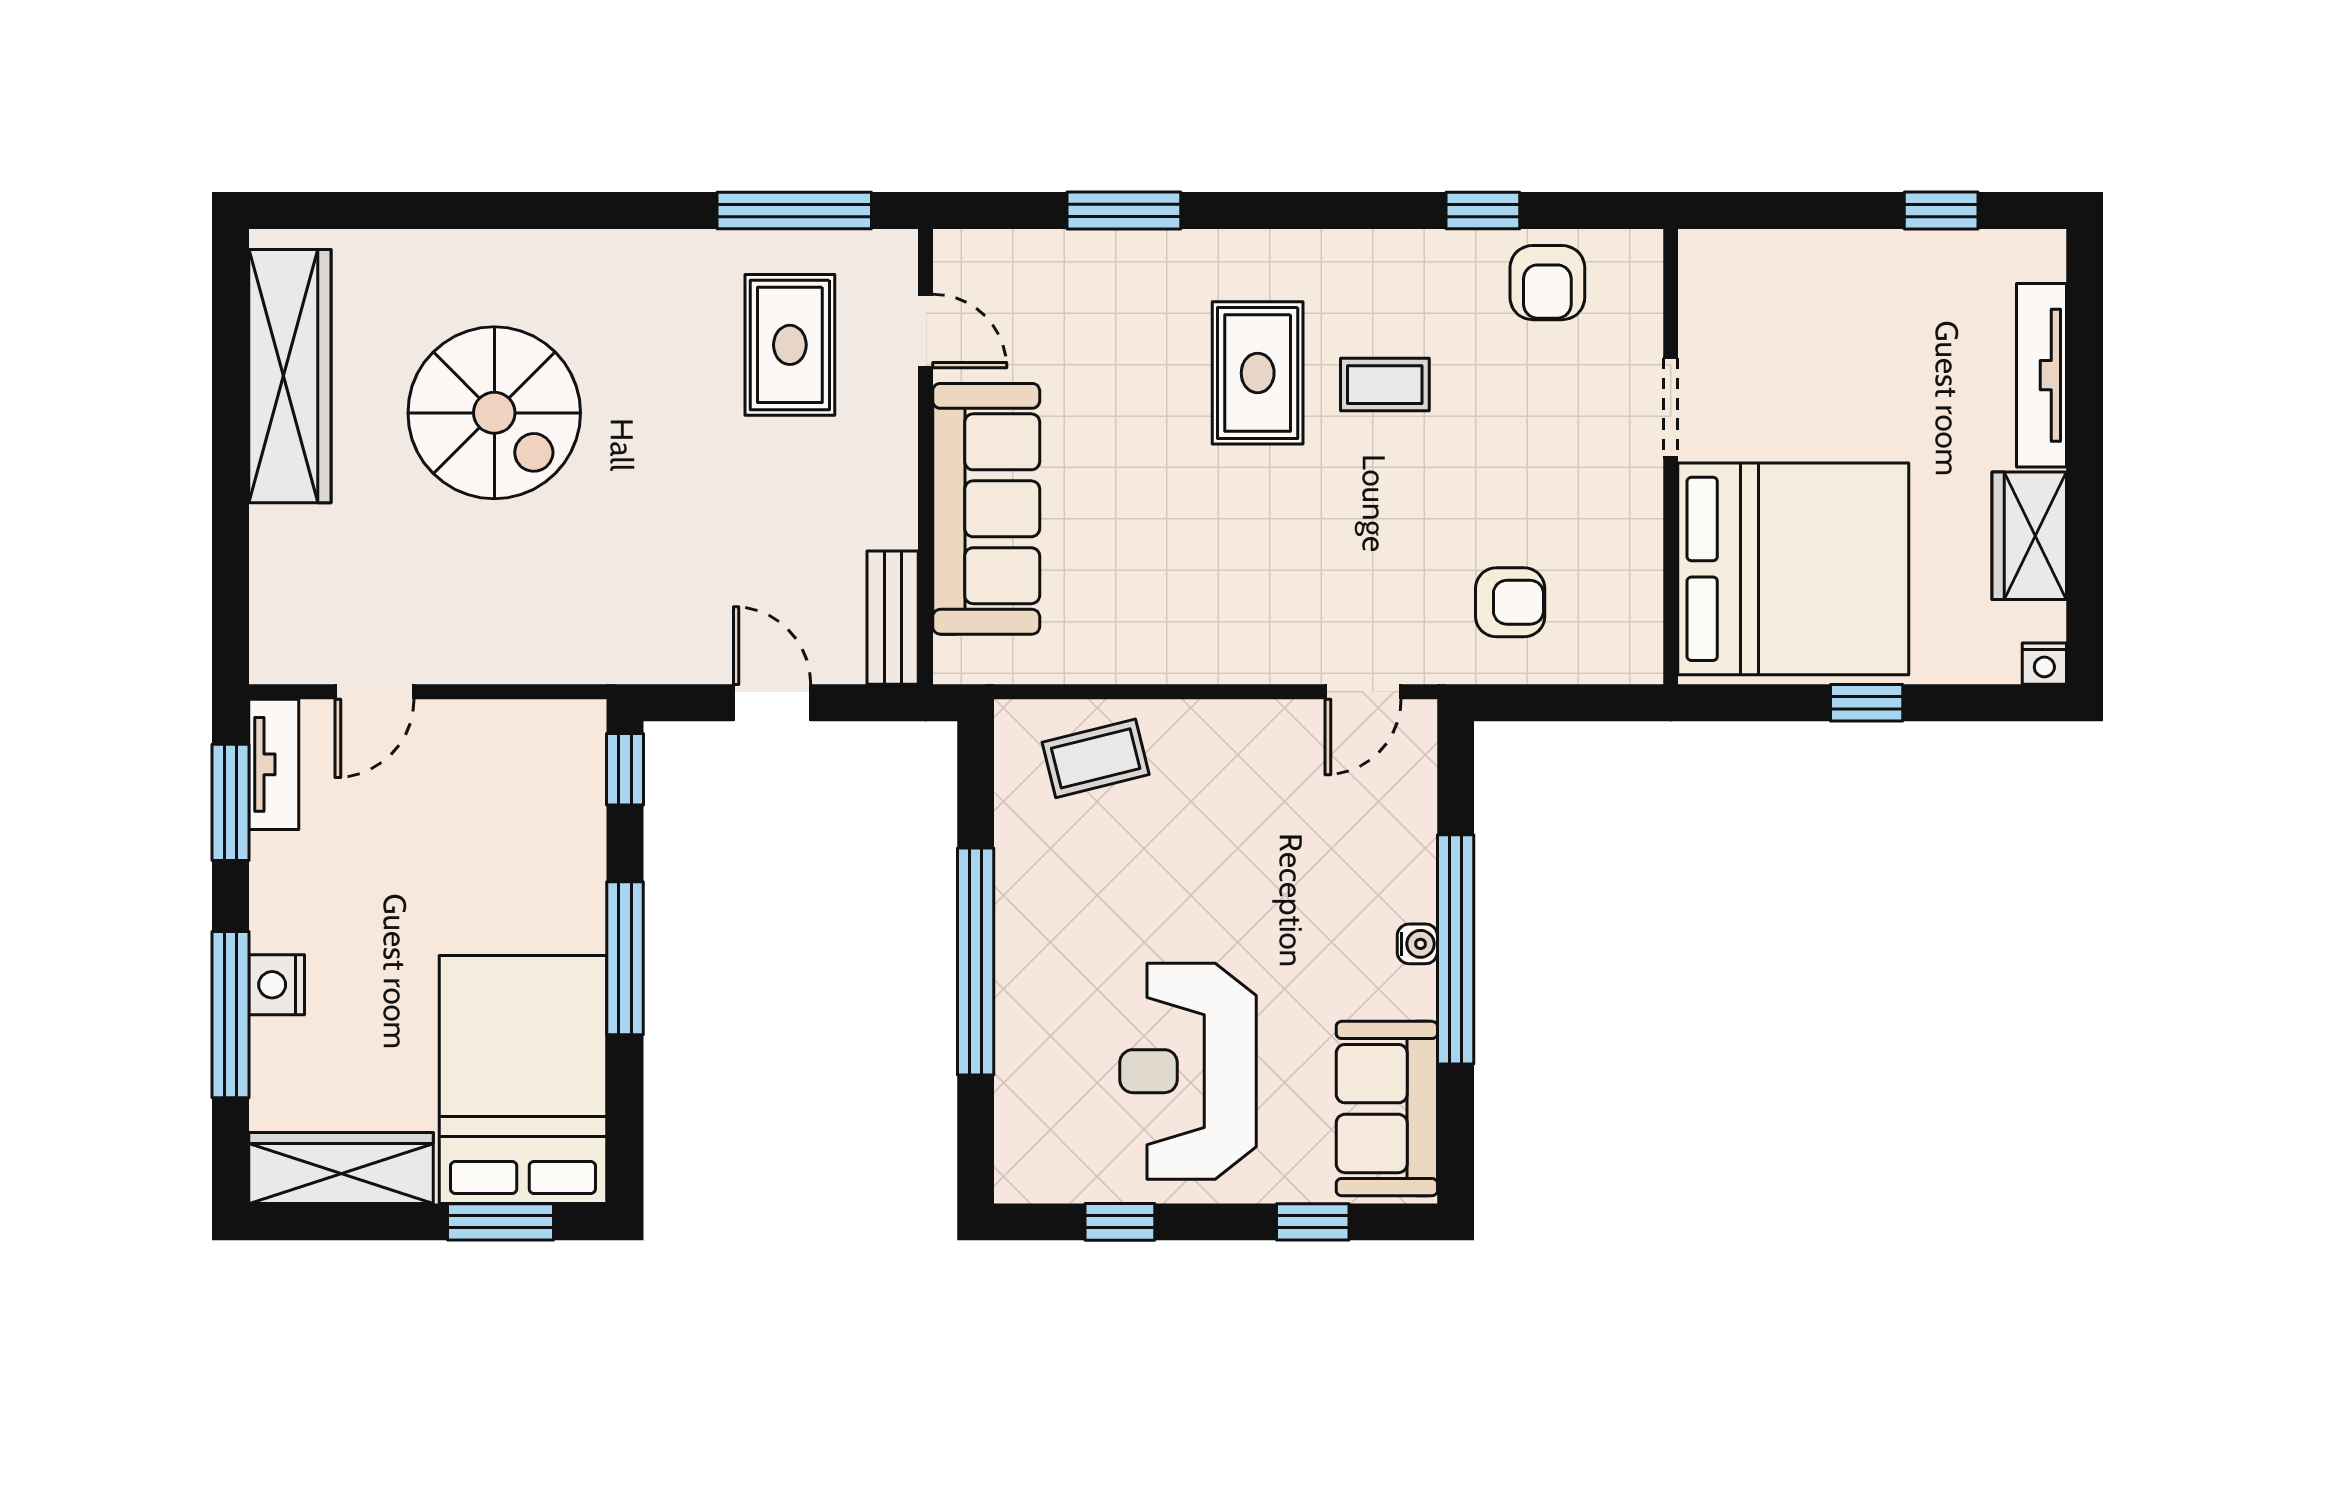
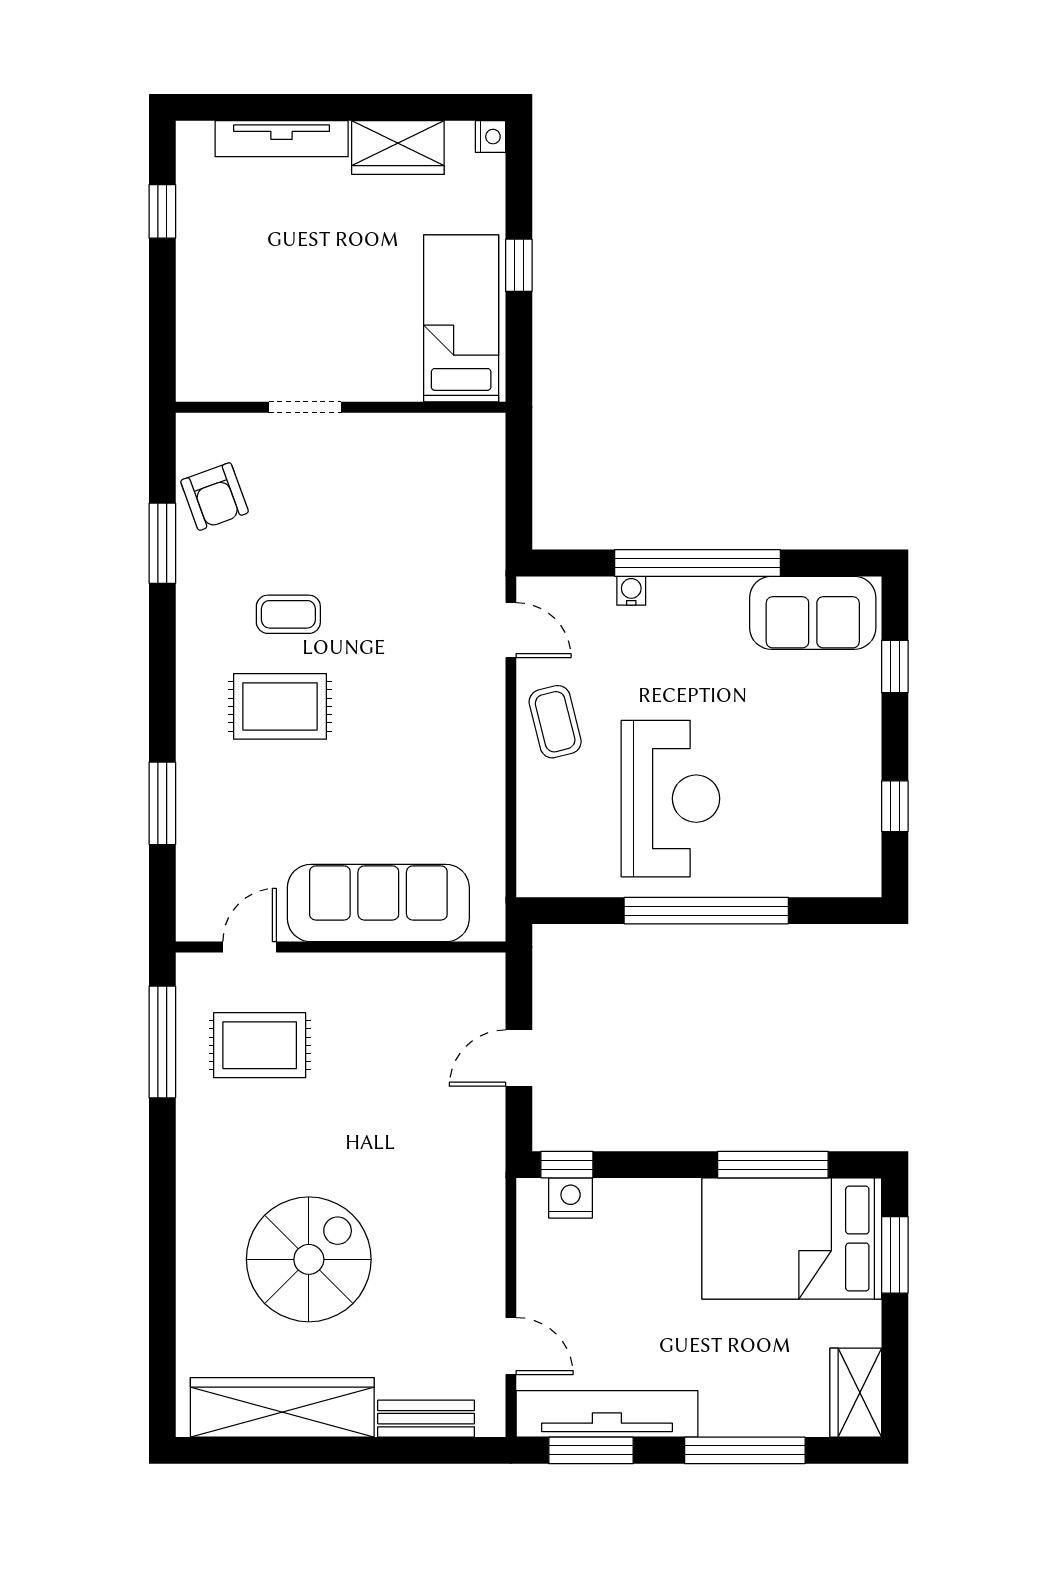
window: (1483, 210) -> (162, 543), width x1.50
armchair: (1547, 283) -> (215, 497), turned 70
coffee table: (1385, 385) -> (288, 614), turned 90
bed: (1793, 569) -> (461, 318), width x0.49
armchair: (1510, 602) -> (446, 524), removed
bench: (893, 618) -> (426, 1419), moved
coffee table: (1096, 758) -> (555, 722), moved
tv unit: (274, 764) -> (607, 1414), width x1.92, depth x1.29
water cooler: (1417, 944) -> (631, 591), moved
window: (625, 958) -> (773, 1165), moved
nightstand: (277, 985) -> (571, 1198), moved, turned 180
reception desk: (1188, 1071) -> (670, 799), moved, turned -90
wardrobe: (341, 1168) -> (856, 1393), width x0.67

